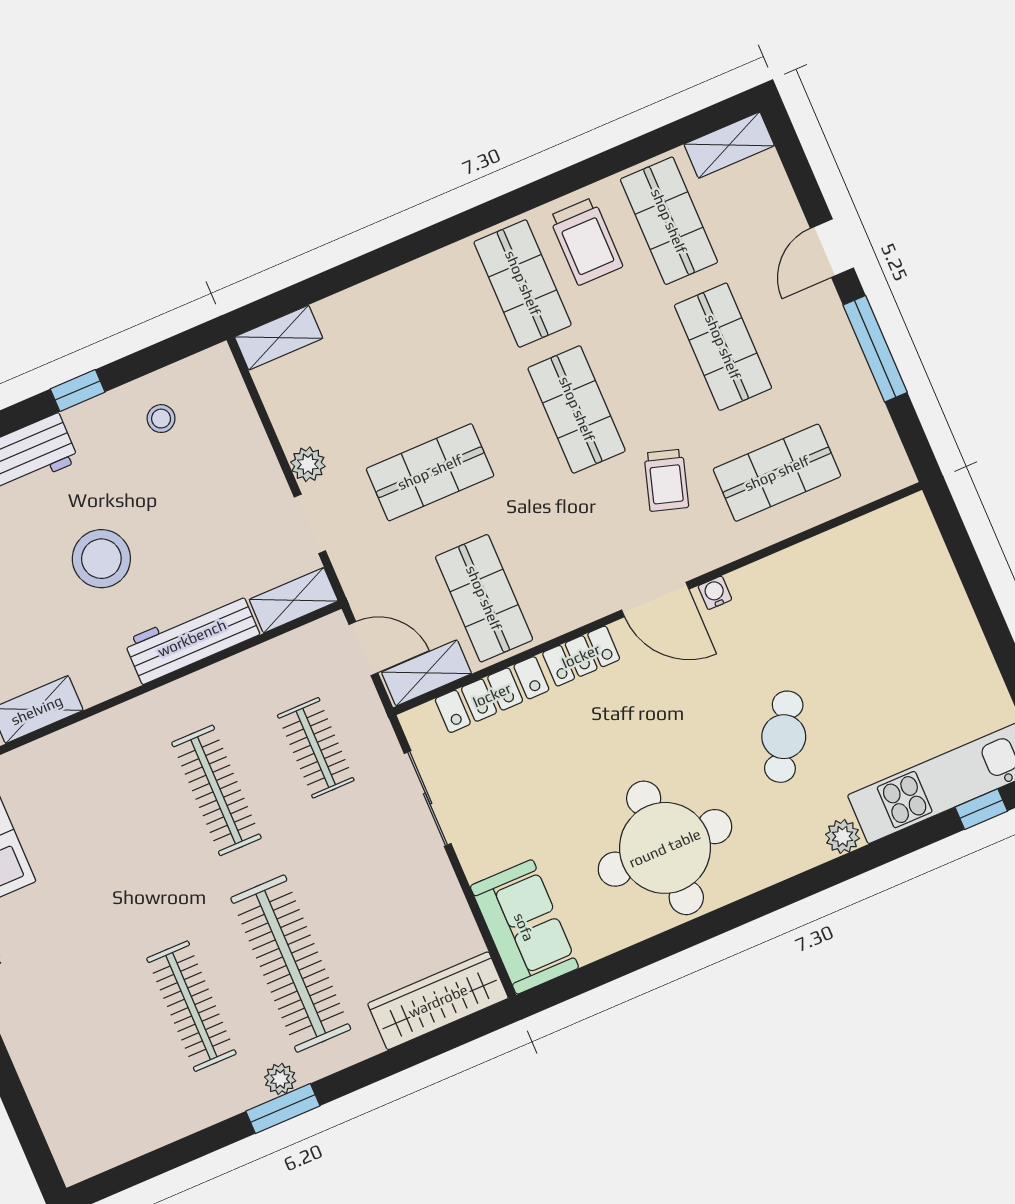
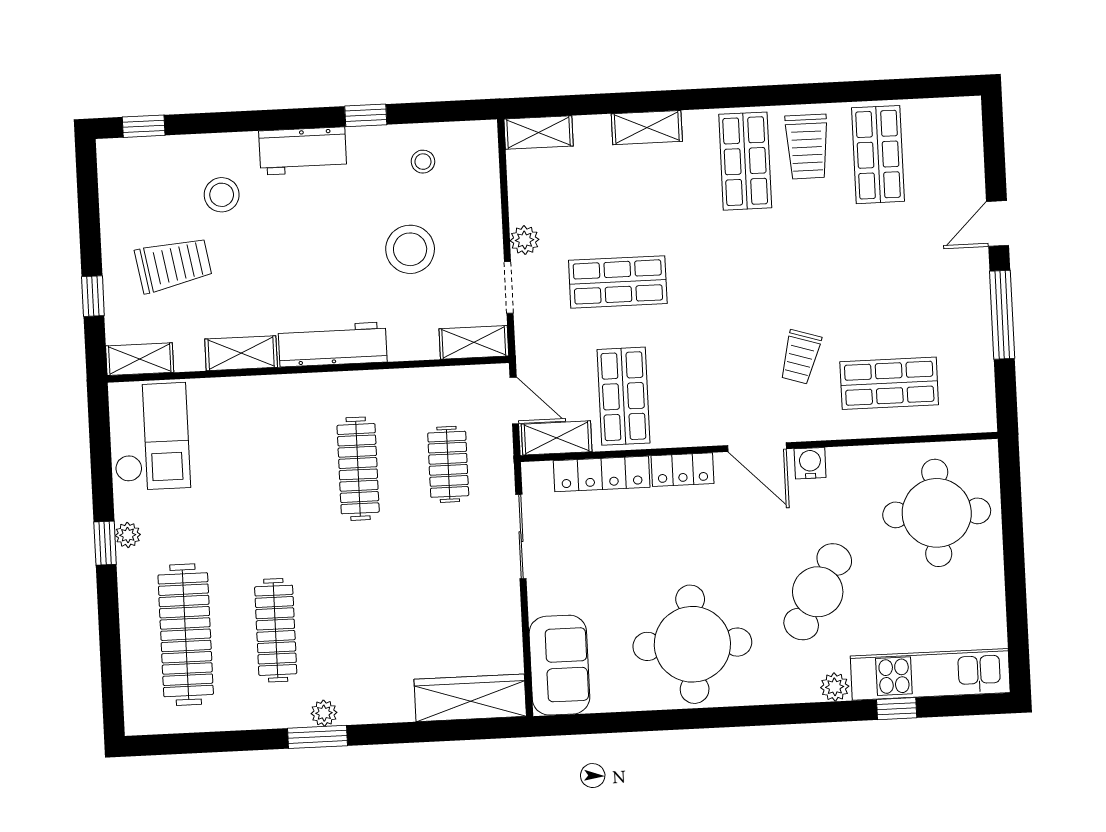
shelving: (729, 145) -> (647, 128), moved
shop shelf: (723, 347) -> (884, 269), removed
shop shelf: (577, 409) -> (751, 275), removed
stool: (101, 559) -> (410, 249), moved
water cooler: (715, 593) -> (810, 463), width x1.38, depth x1.38
round table: (884, 598) -> (937, 513), added
workbench: (192, 638) -> (333, 345), moved
cafe table: (784, 737) -> (818, 592), width x1.37, depth x1.35
window: (981, 809) -> (897, 709), moved
clothes rail: (291, 964) -> (186, 635), moved

